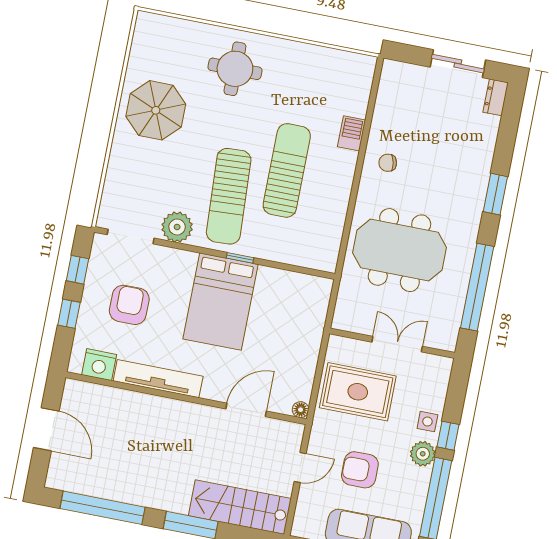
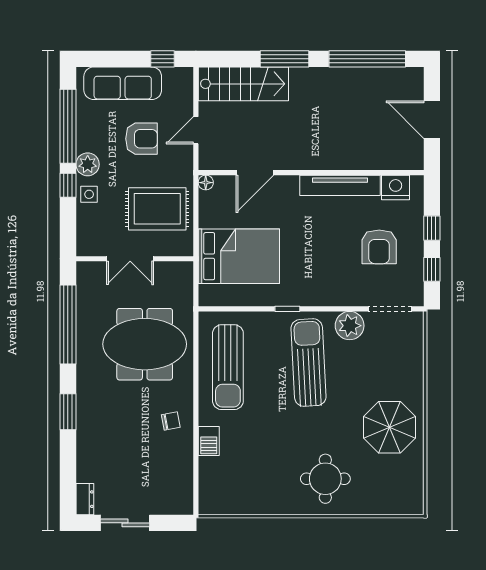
sun lounger: (287, 170) -> (228, 367), moved
bed: (220, 302) -> (239, 256), moved, turned 90

